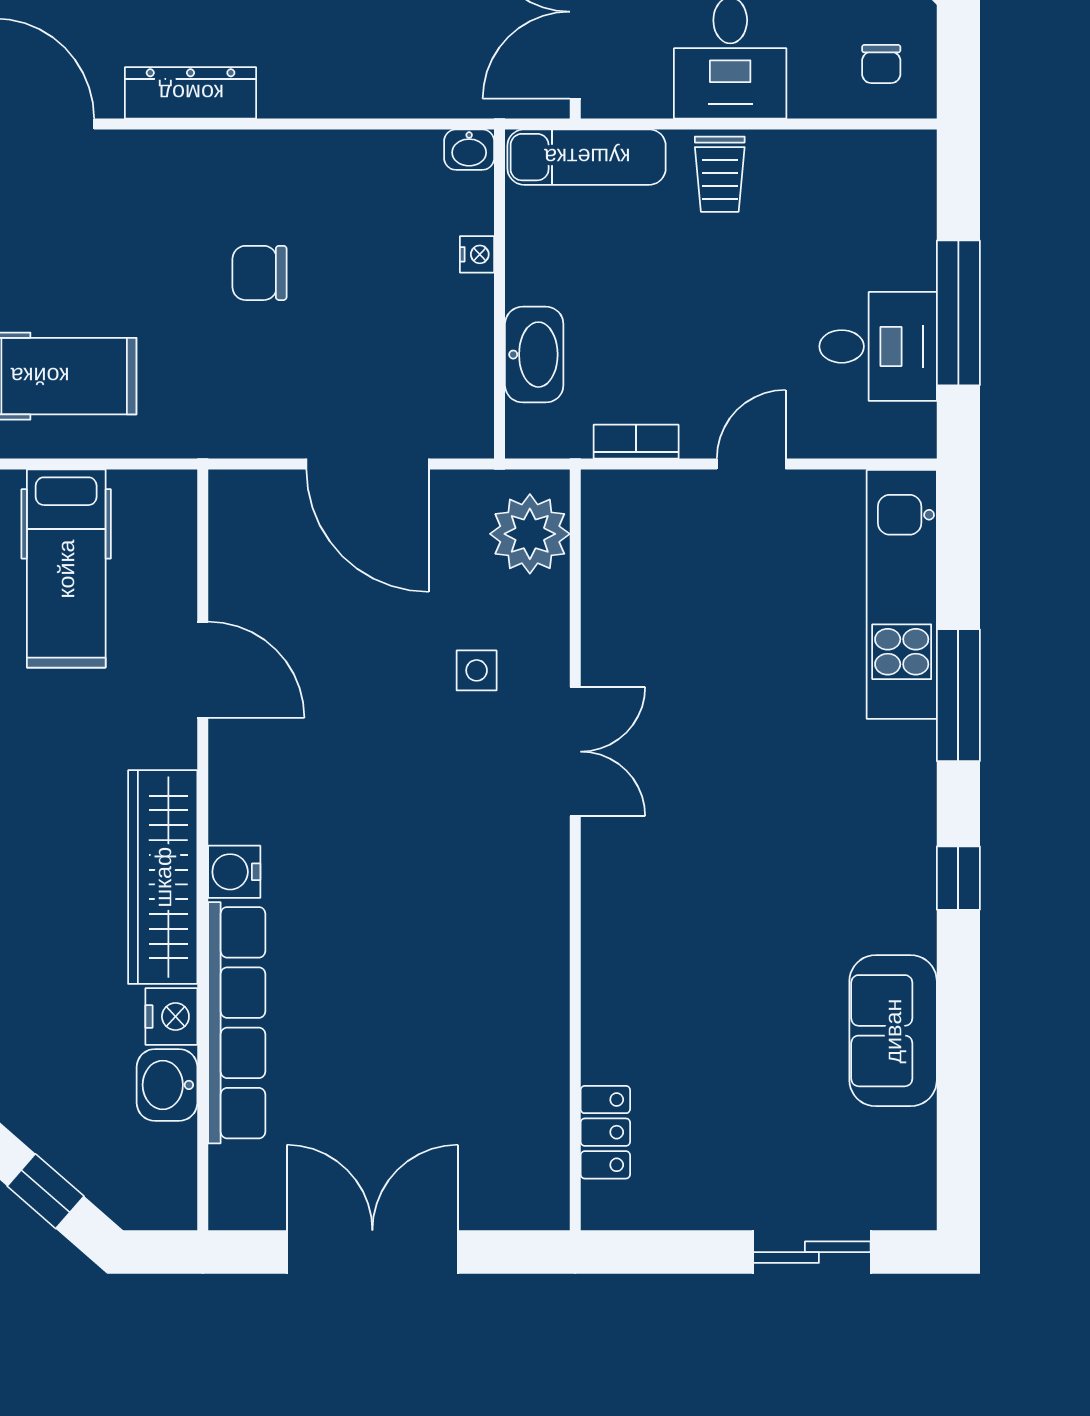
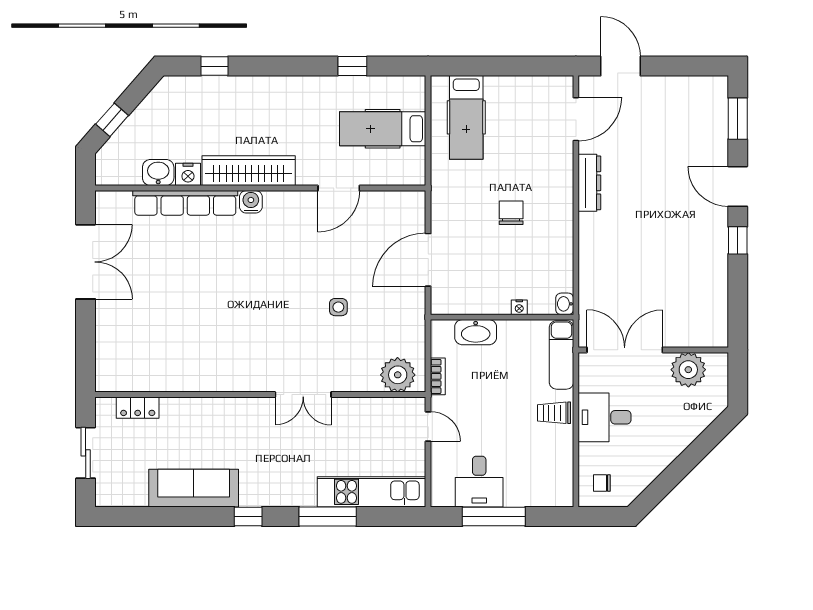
plant: (530, 534) -> (398, 375), moved
double door: (575, 752) -> (303, 395), moved
wall: (575, 850) -> (260, 395), moved
sofa: (893, 1031) -> (194, 488), width x1.36
locker: (605, 1132) -> (138, 408), moved

